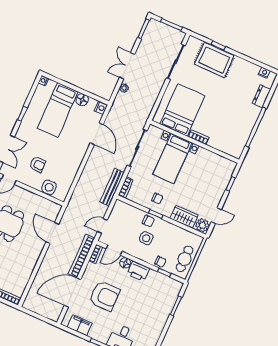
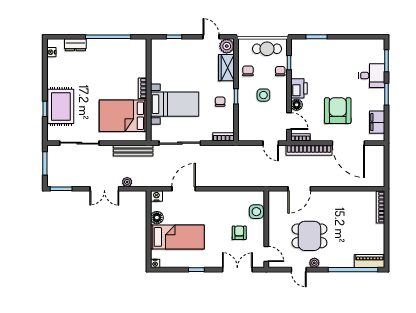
bench: (112, 187) -> (133, 151), moved
chair: (148, 221) -> (248, 71), moved

